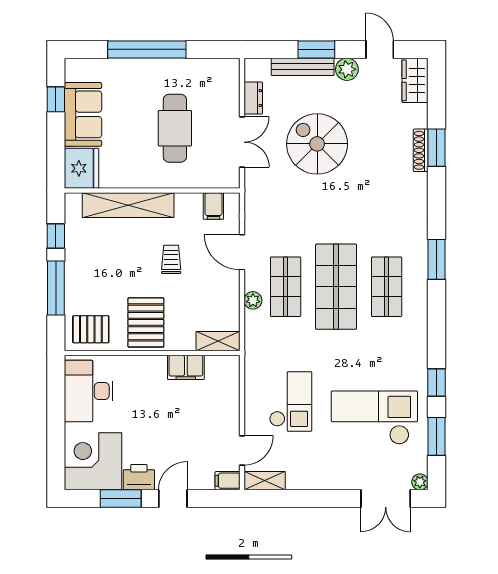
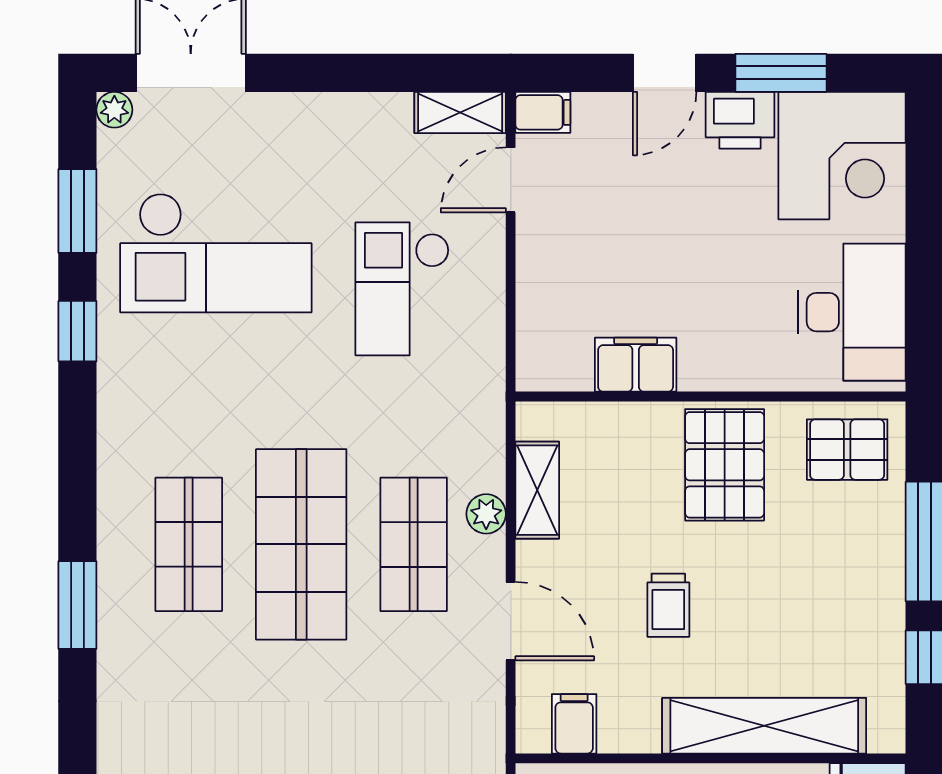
shelving: (218, 341) -> (537, 490), moved, turned 90

